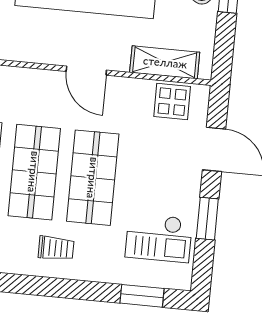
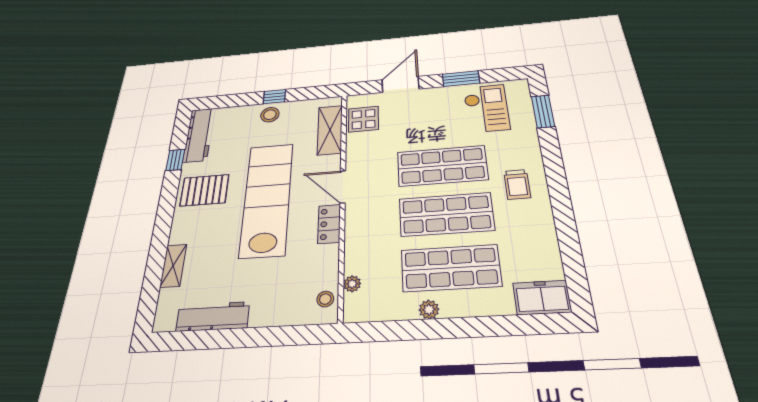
locker: (44, 53) -> (329, 224), added
door: (86, 71) -> (343, 187), swing flipped
trolley: (56, 248) -> (517, 184), turned 180

